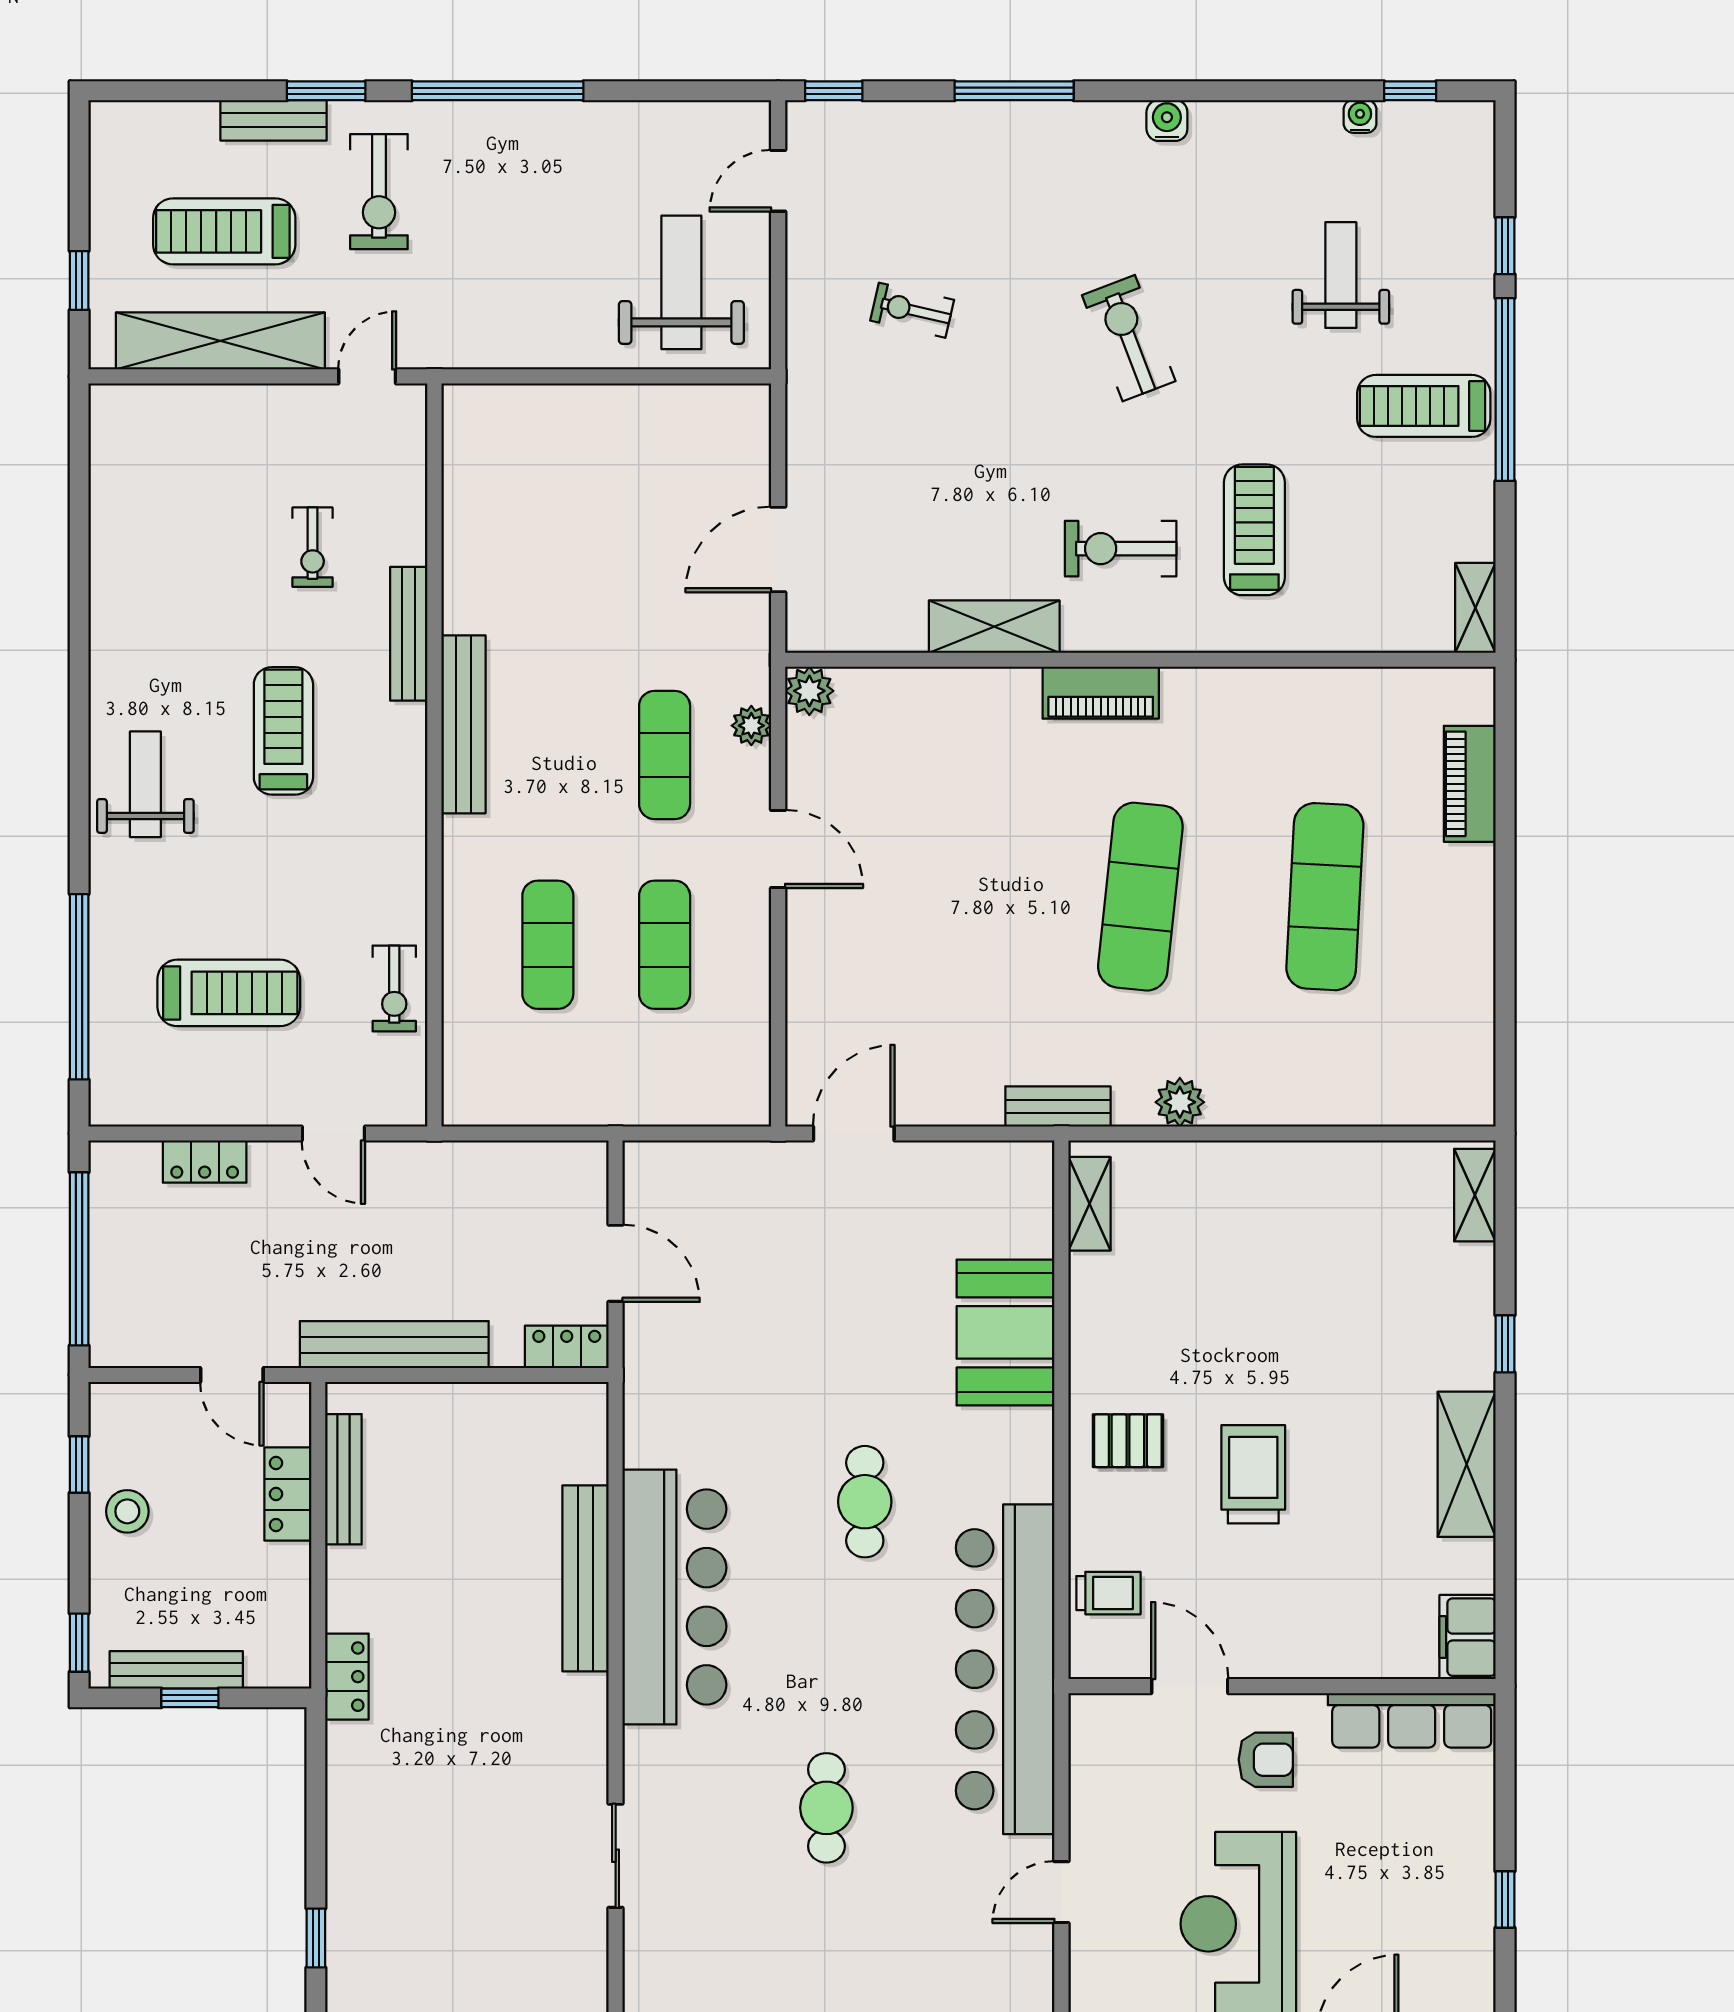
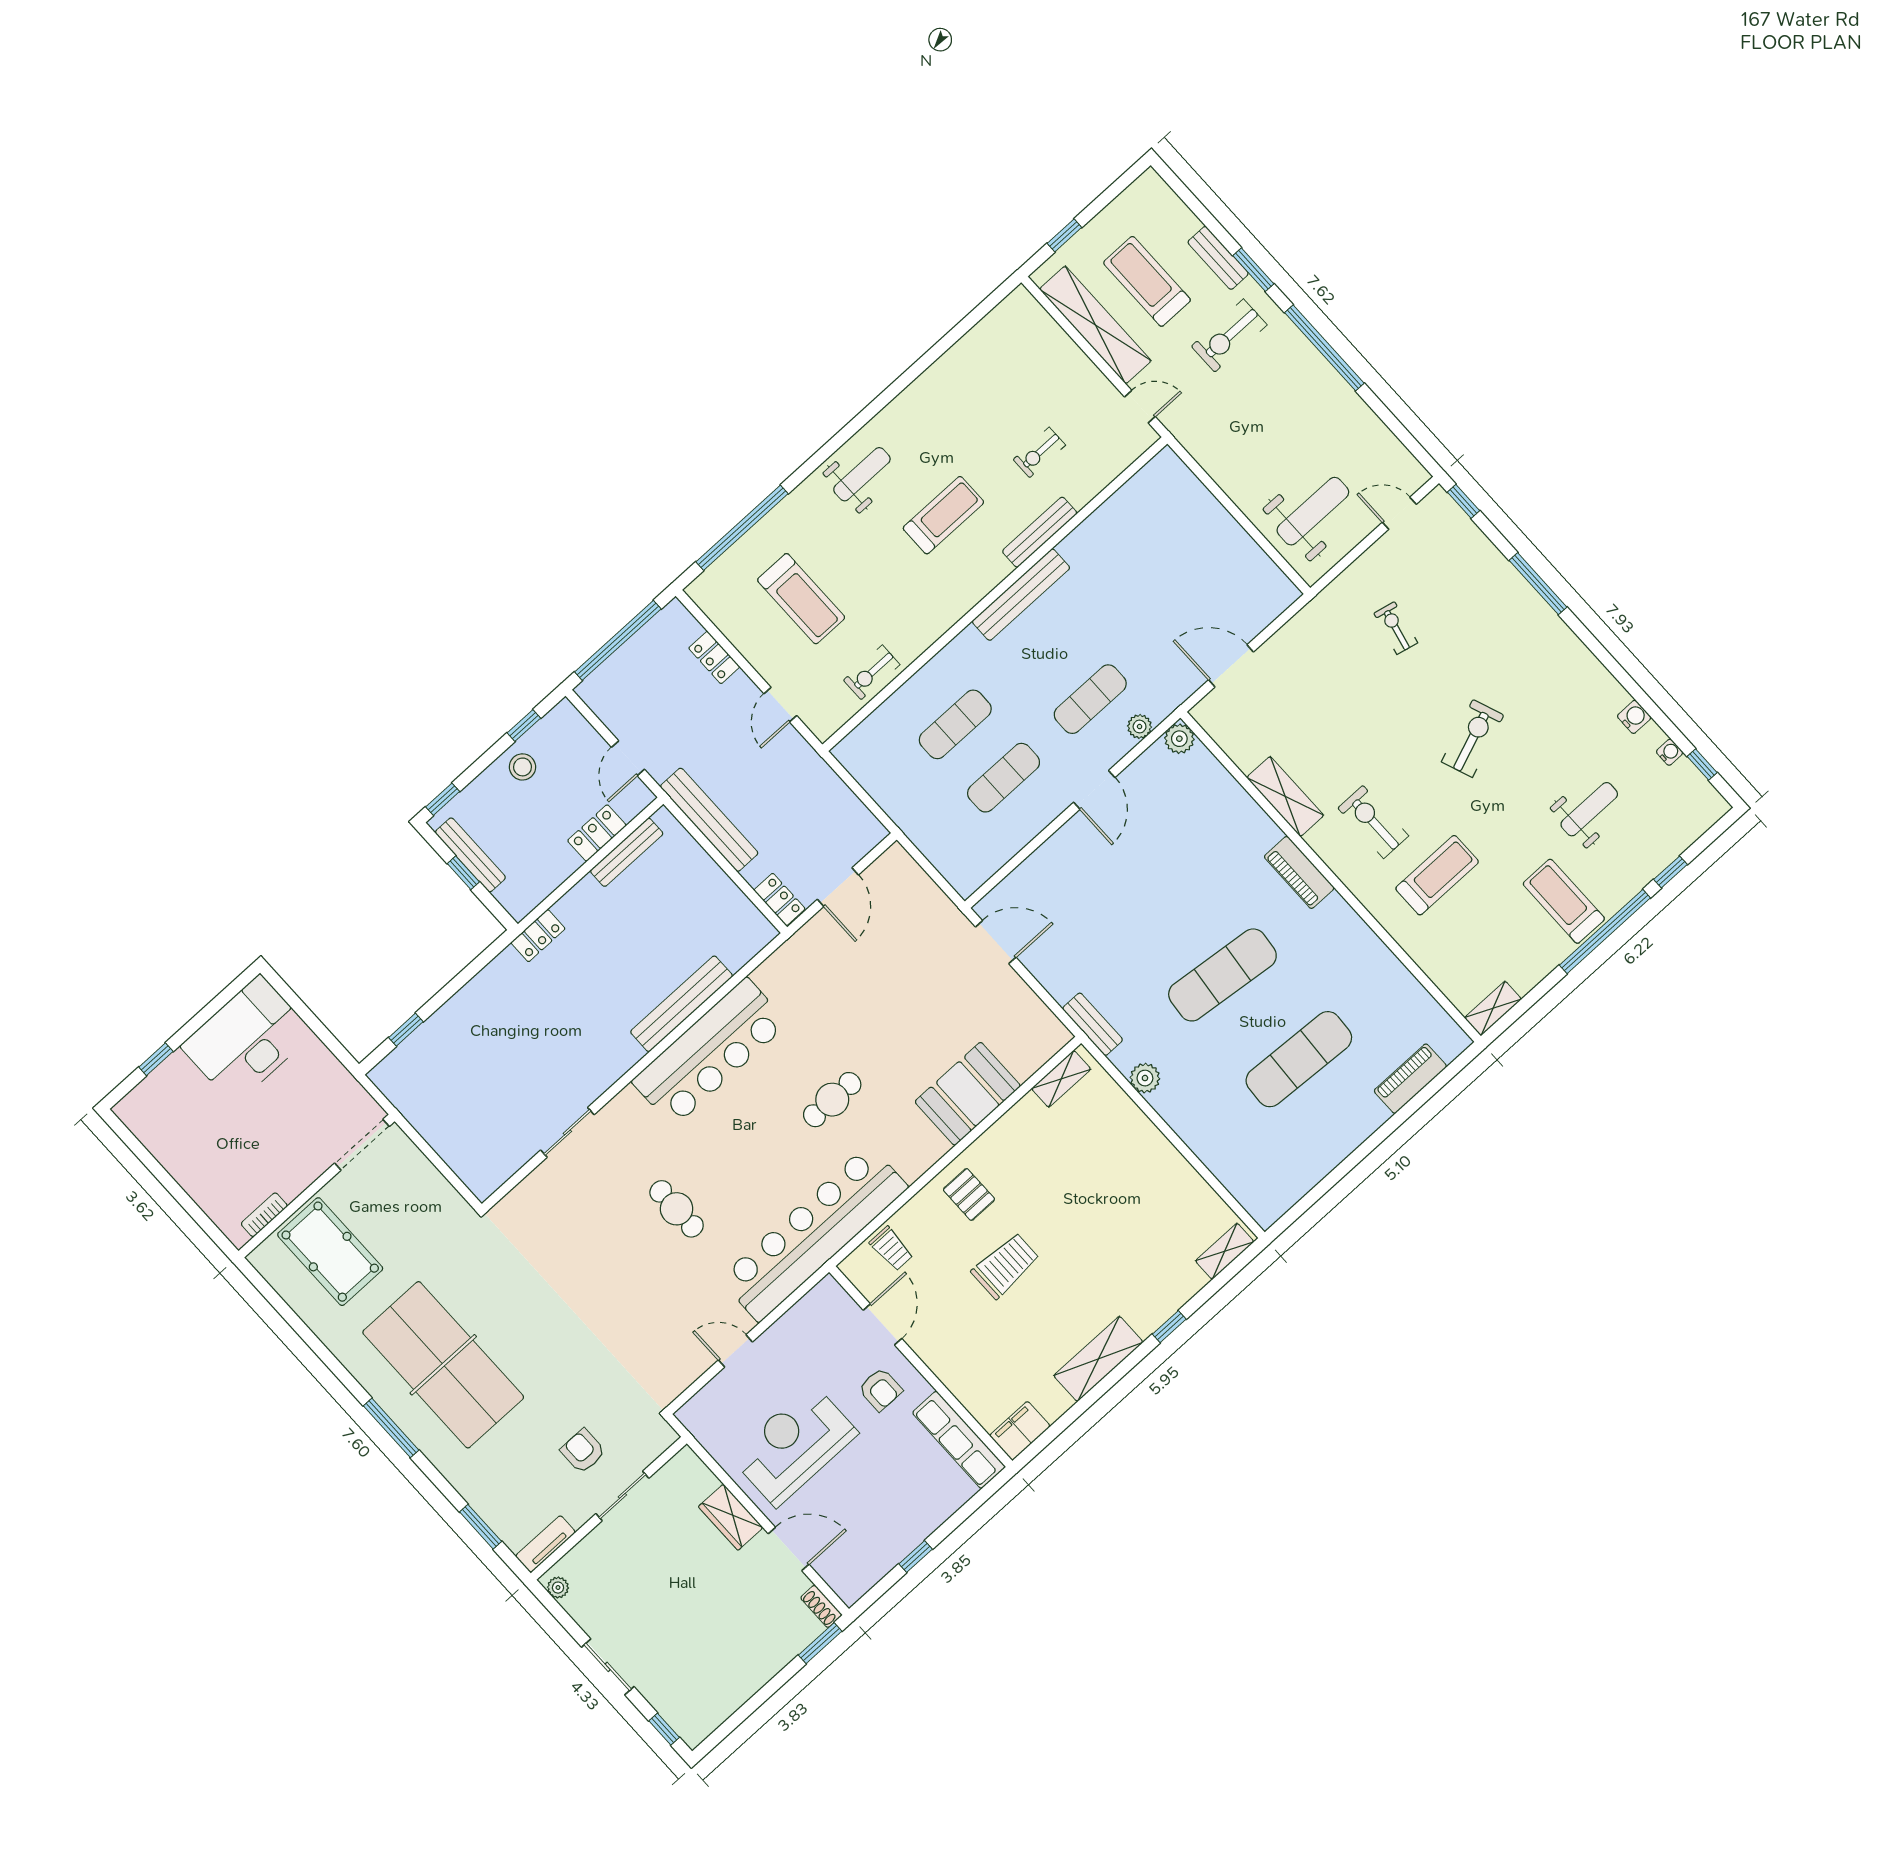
water cooler: (1167, 120) -> (1634, 717), moved
cafe table: (826, 1808) -> (677, 1209), turned 90

